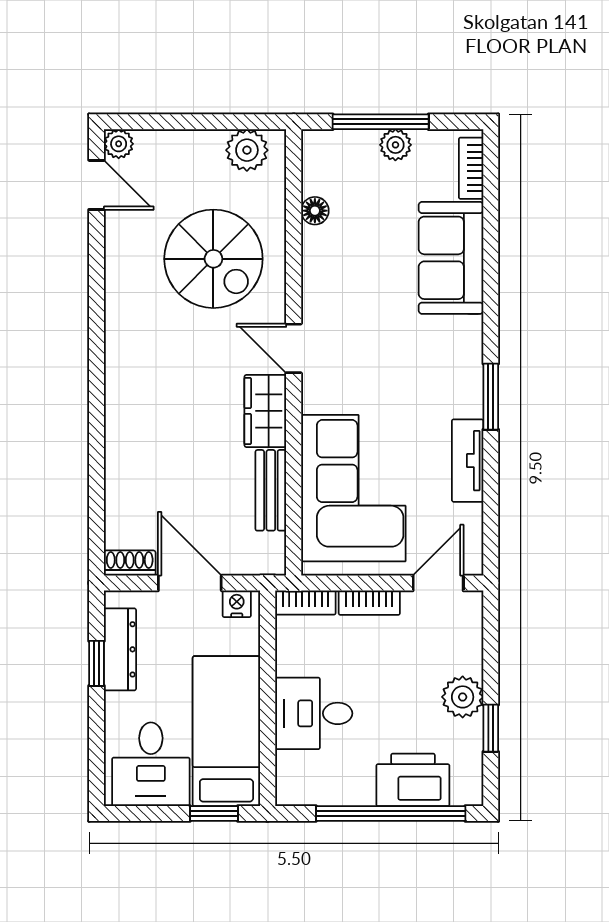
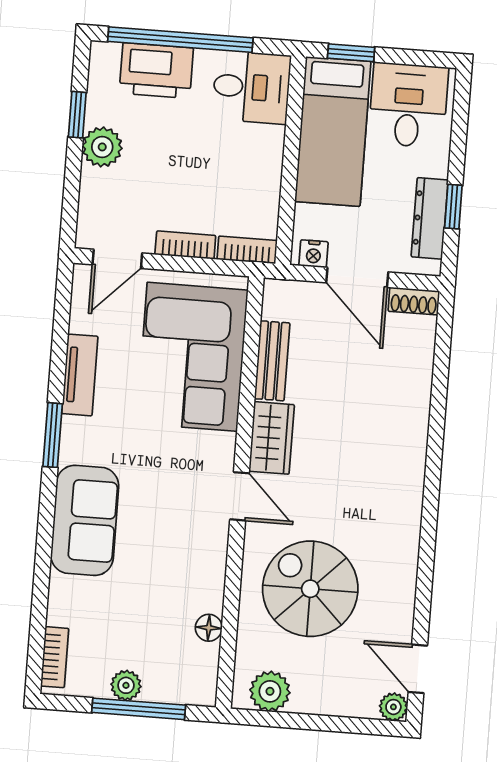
sofa: (451, 258) -> (85, 520), moved
desk: (314, 713) -> (252, 87), moved

